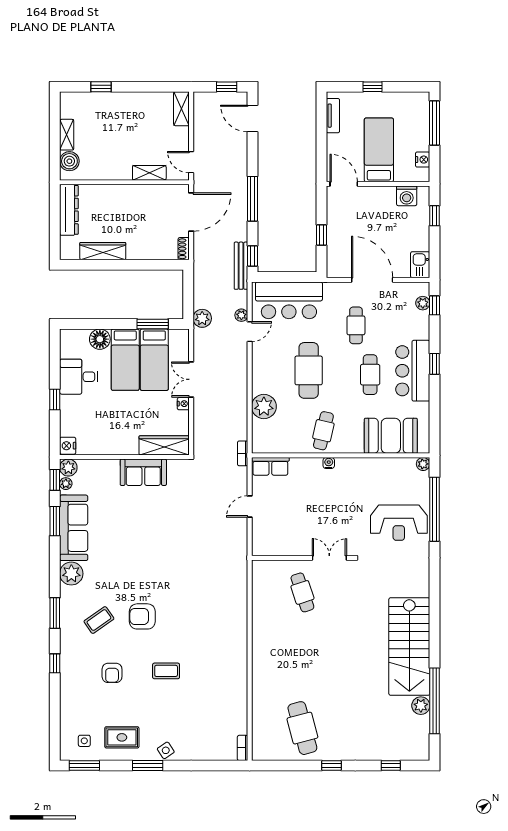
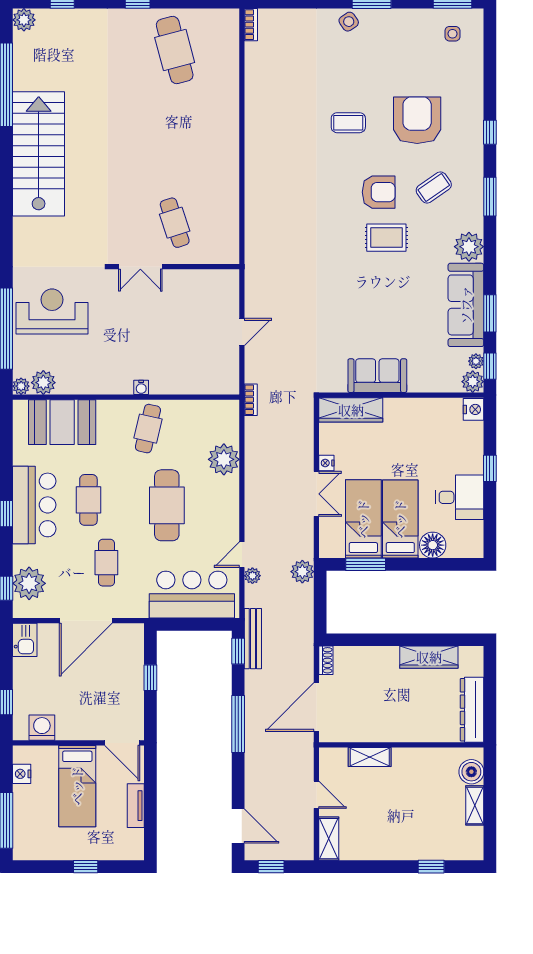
tv unit: (333, 116) -> (136, 806), moved
door: (191, 162) -> (316, 795), moved
door: (372, 280) -> (86, 621), hinge flipped
plant: (423, 303) -> (29, 583), width x1.88, depth x1.88
row of seats: (270, 466) -> (215, 383), removed
plant: (406, 467) -> (43, 383), added
armchair: (112, 673) -> (417, 120), width x1.88, depth x1.88
plant: (421, 706) -> (24, 20), moved
rug: (122, 737) -> (386, 238), moved

